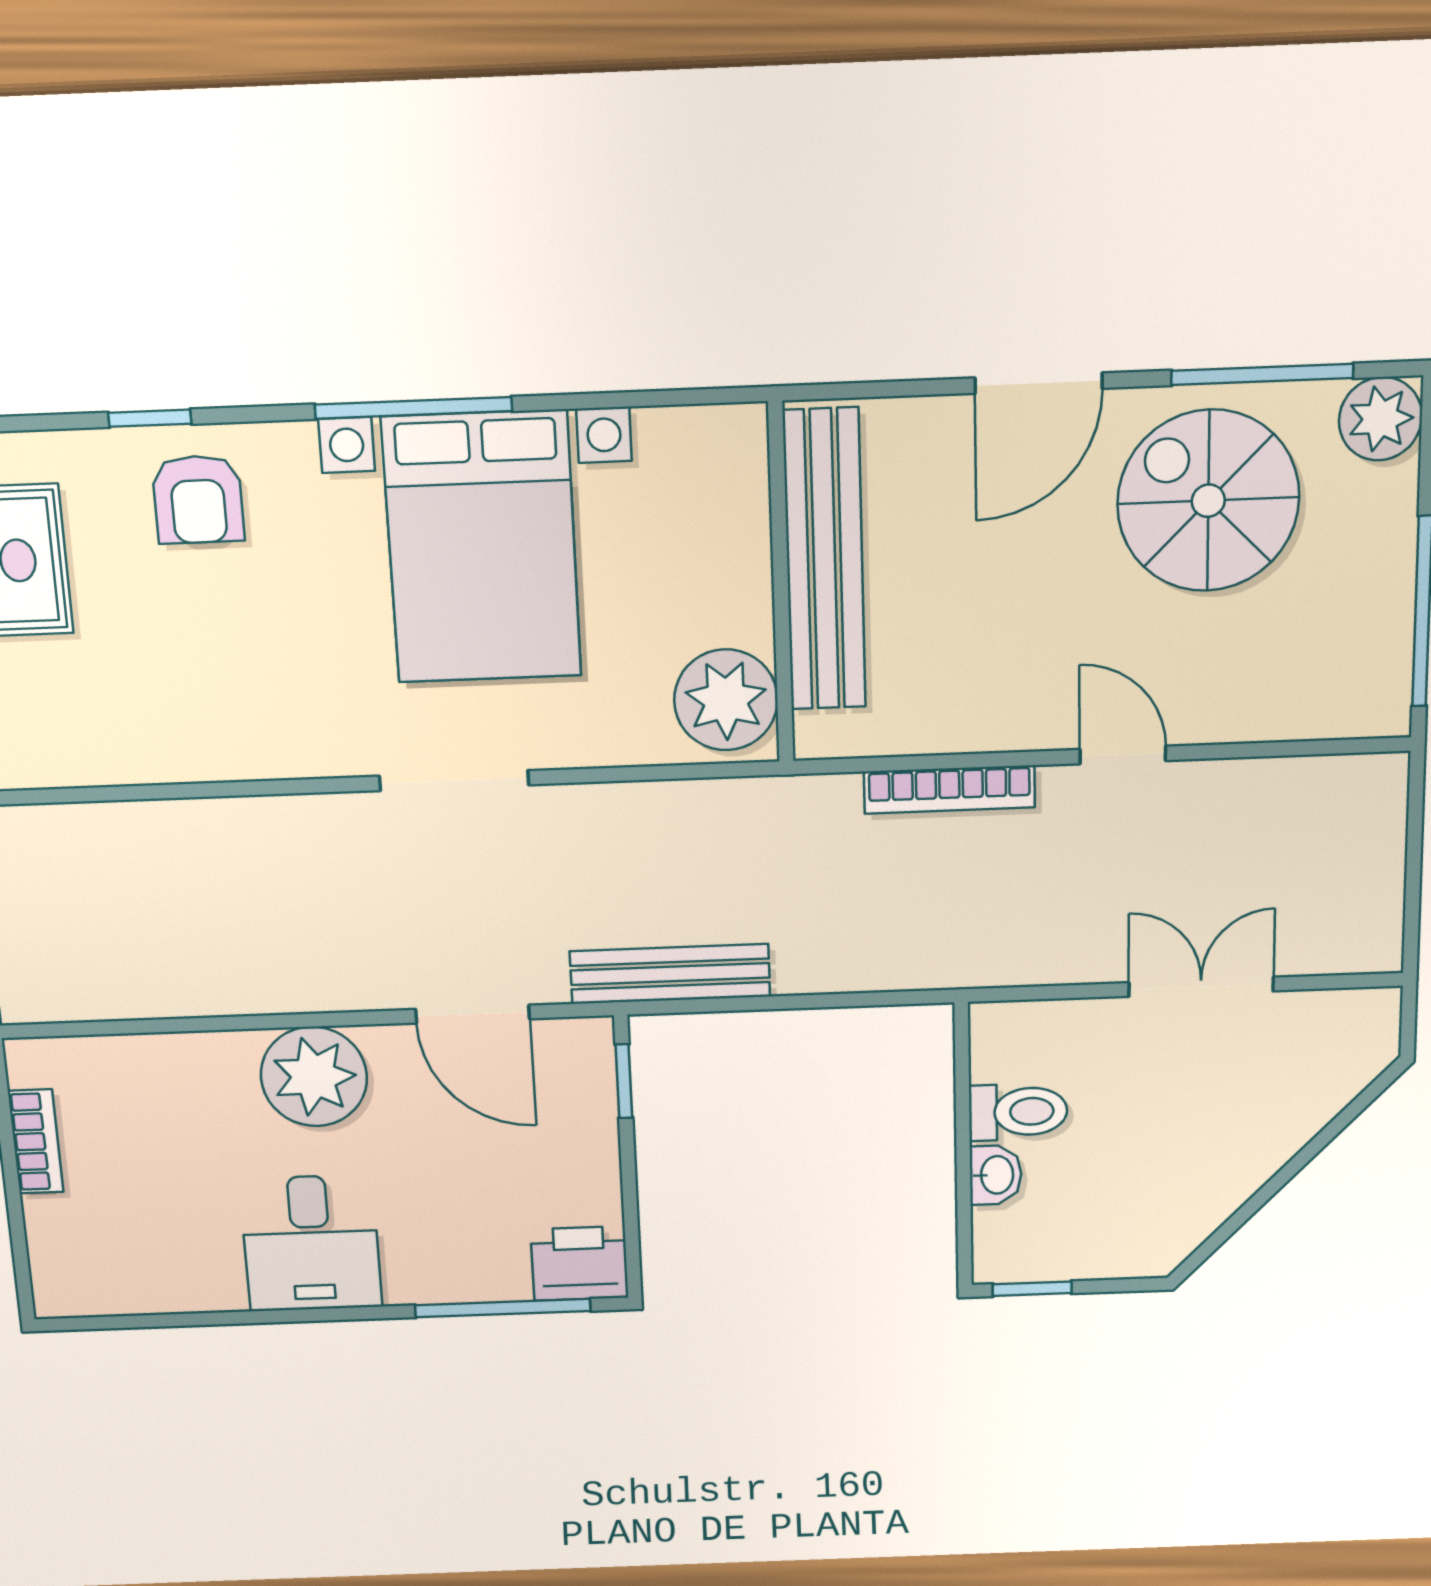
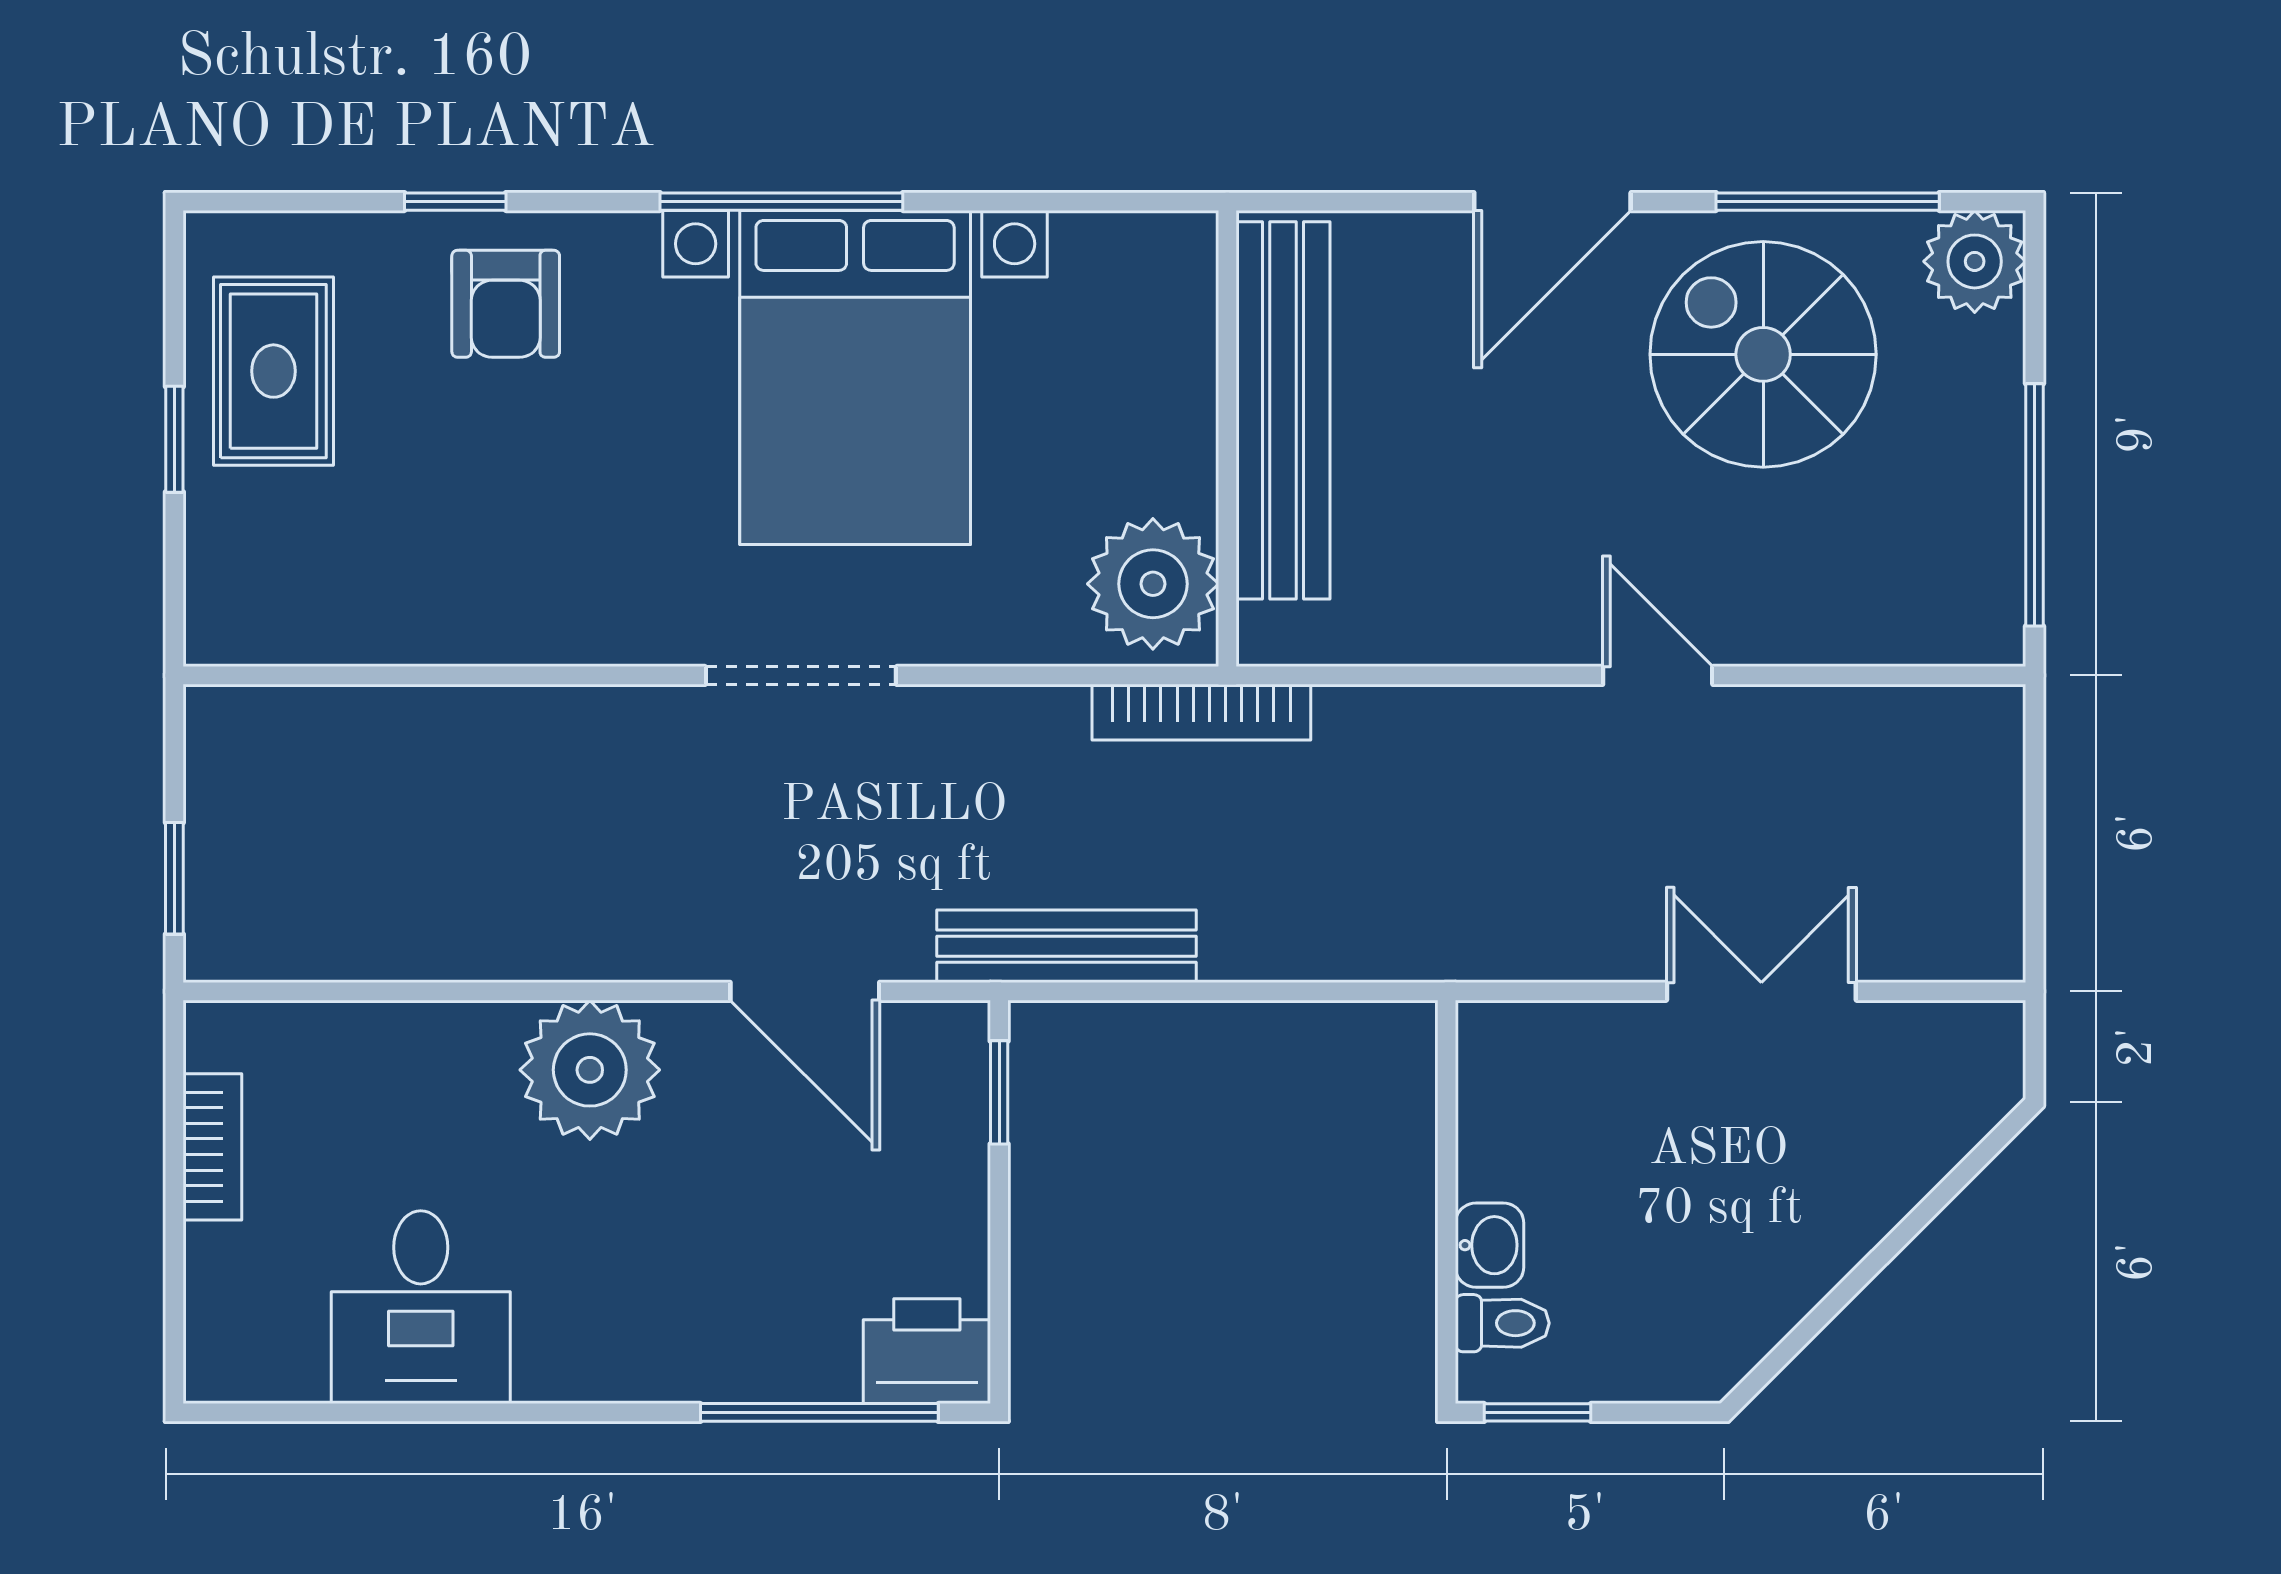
bookcase: (949, 789) -> (1201, 712), moved
toilet: (1018, 1112) -> (1502, 1323), moved, width x0.73, depth x0.72
desk: (311, 1243) -> (421, 1307), moved

